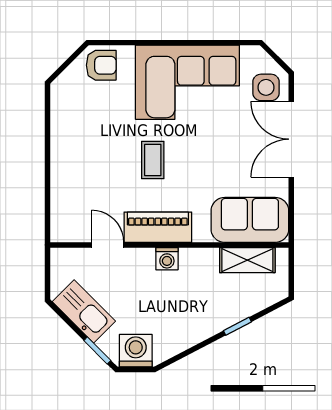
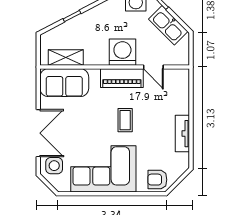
tv unit: (61, 139) -> (182, 134), added
washing machine: (167, 259) -> (122, 52), width x1.89, depth x1.89

